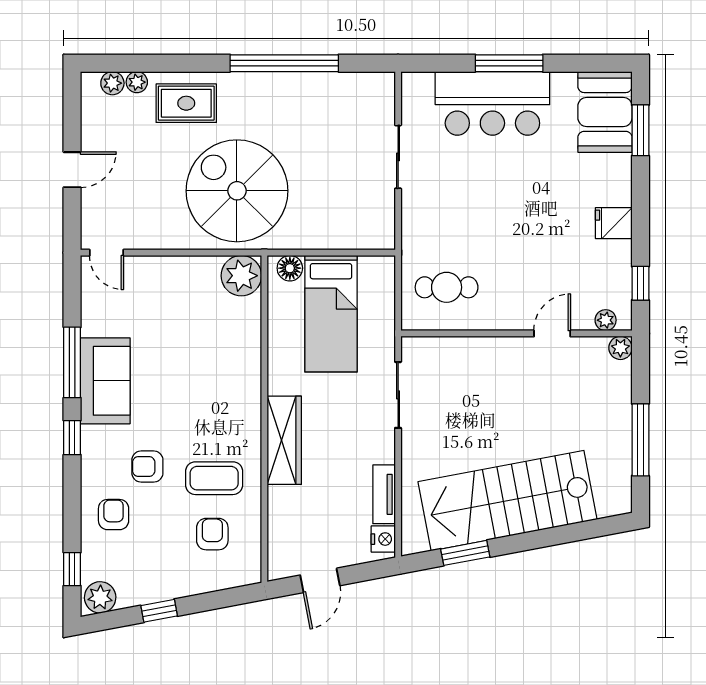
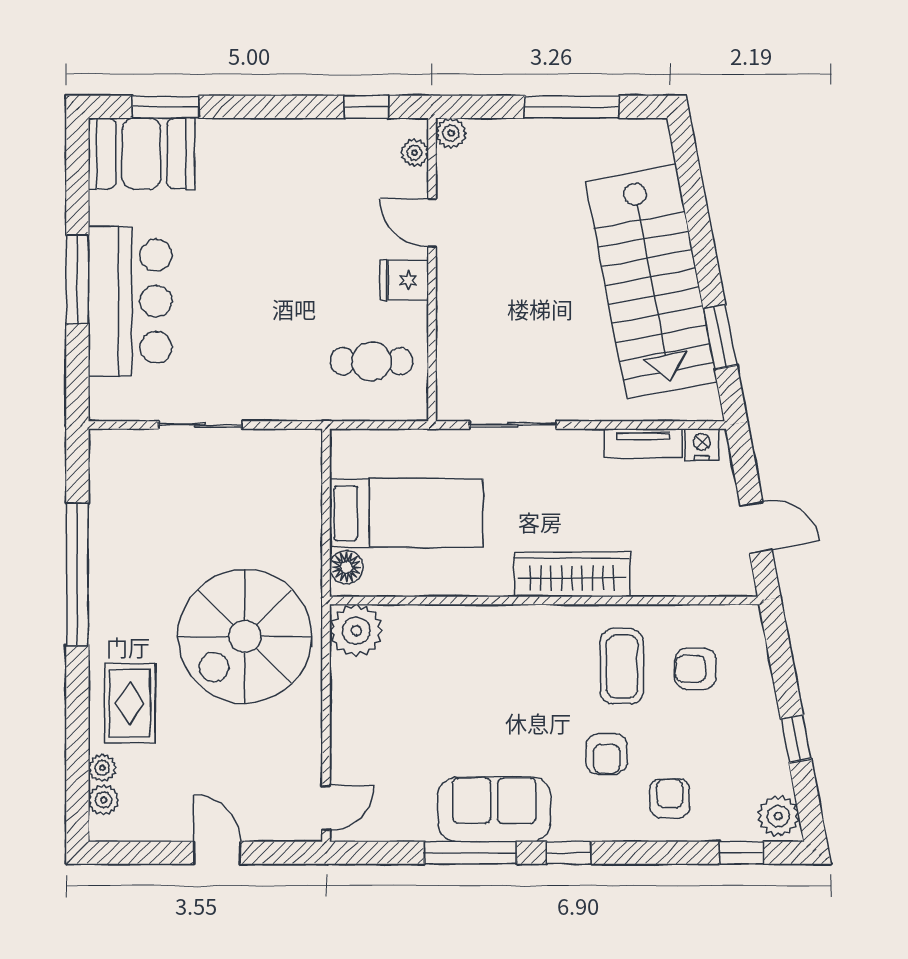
fridge: (614, 223) -> (404, 280), moved, turned 90
cafe table: (447, 287) -> (372, 361), turned 90
armchair: (114, 515) -> (670, 798), turned 90

